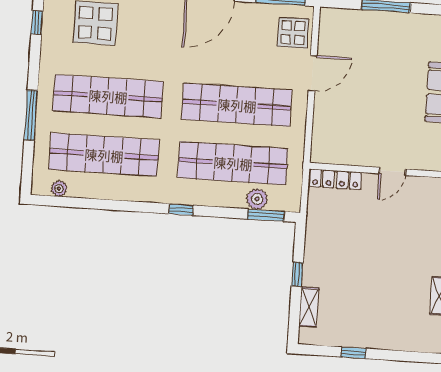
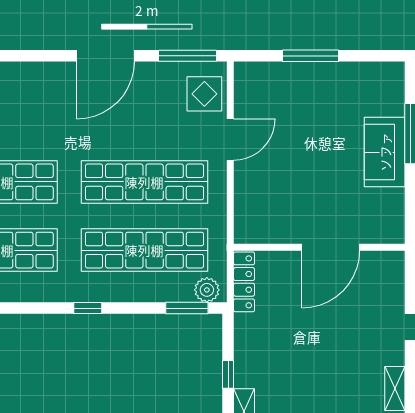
door: (392, 171) -> (331, 247), width x1.87
locker: (335, 179) -> (244, 282), moved, turned -90
plant: (257, 199) -> (207, 290), moved

